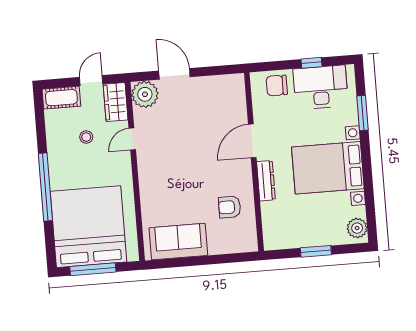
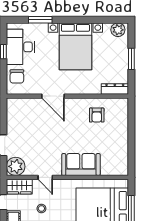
dresser: (266, 181) -> (115, 89), moved
sofa: (178, 242) -> (81, 165), moved, turned 90

